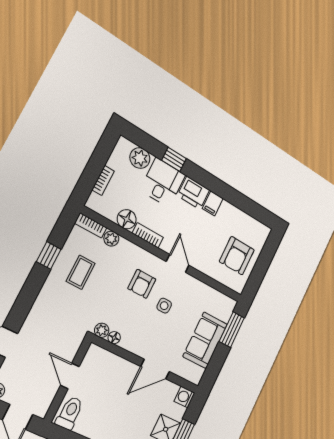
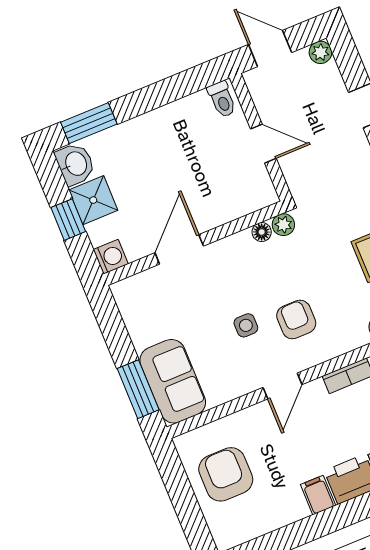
door: (178, 263) -> (283, 386), hinge flipped
sofa: (205, 340) -> (173, 381), moved
toilet: (70, 413) -> (222, 99), width x0.73, depth x0.72

